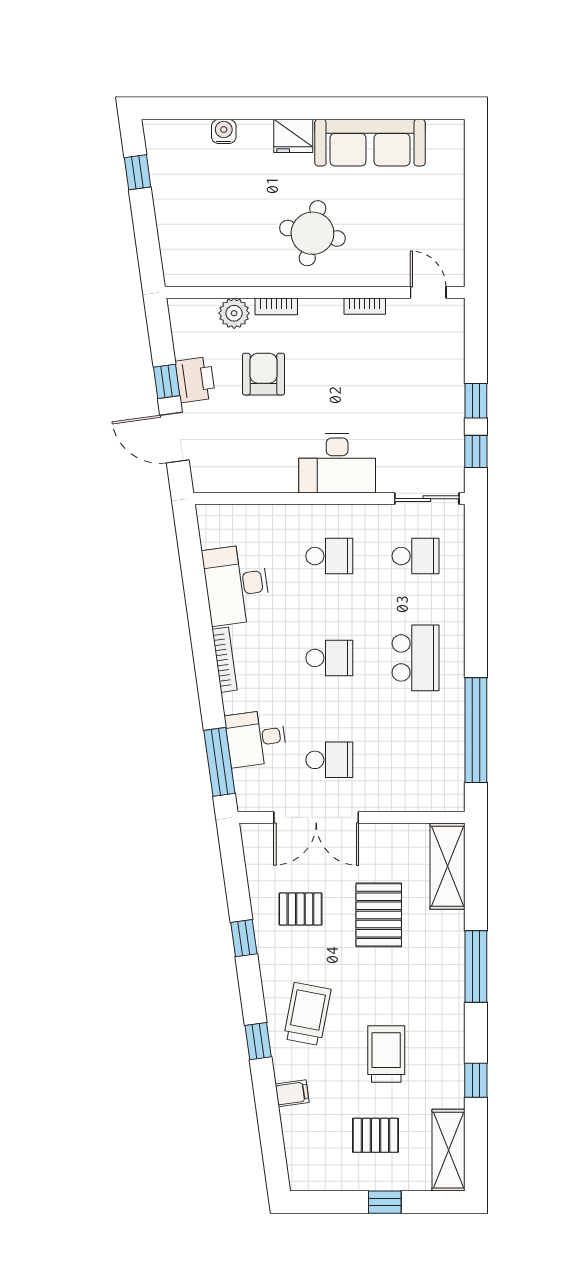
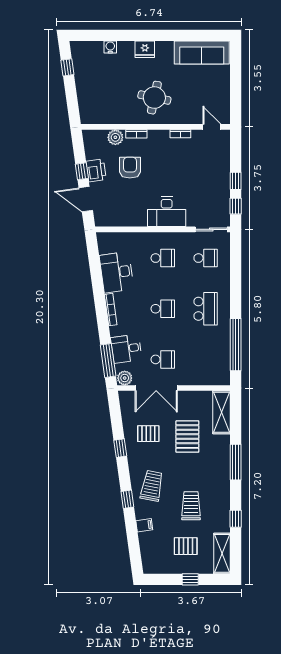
sofa: (370, 143) -> (202, 53), moved
plant: (253, 797) -> (125, 378), added

